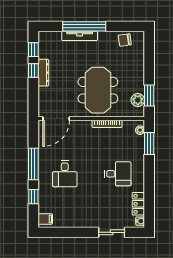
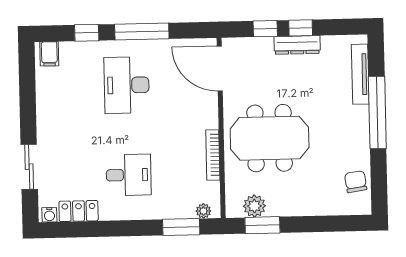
tv unit: (80, 36) -> (360, 74), moved
window: (33, 50) -> (265, 29), moved
desk: (65, 174) -> (127, 85), width x1.37
desk: (118, 174) -> (129, 175), turned -90

